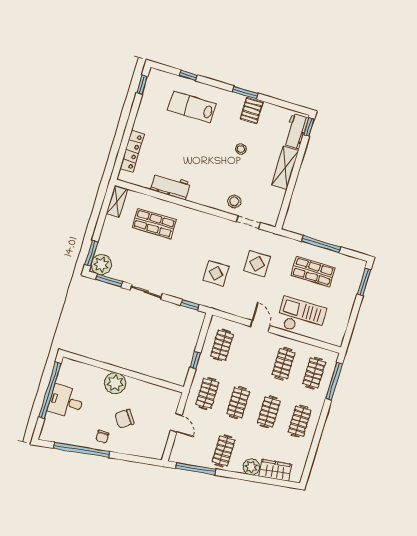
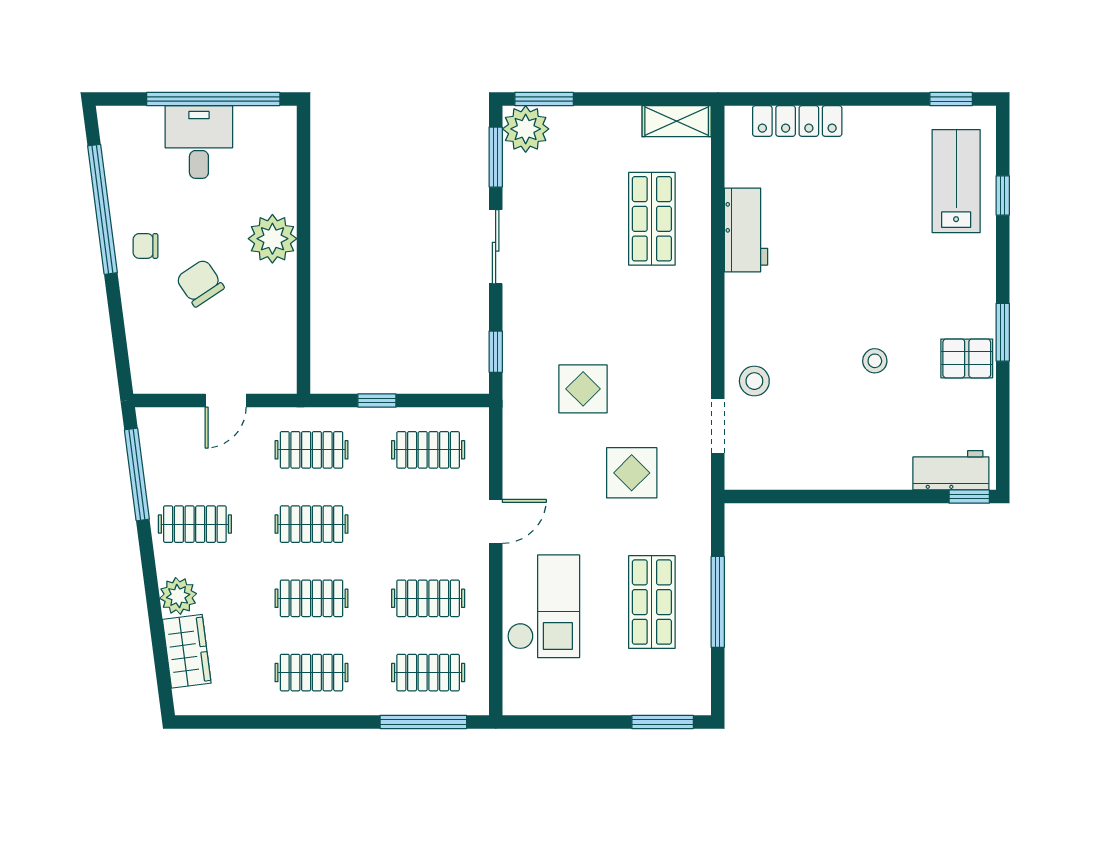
lab bench: (192, 107) -> (956, 181), moved
shelving: (285, 168) -> (863, 471), removed

